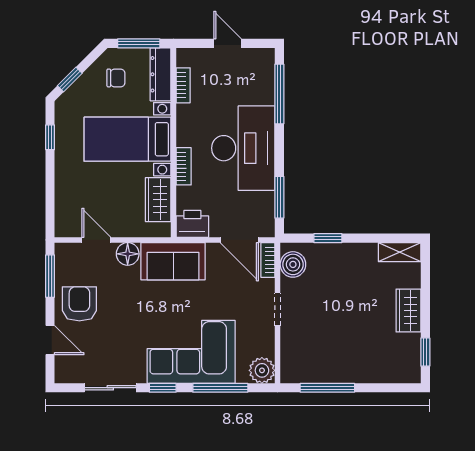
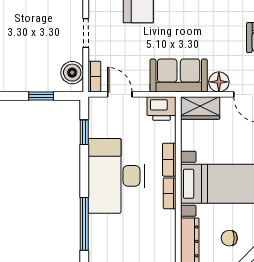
bookcase: (183, 85) -> (170, 193), moved
window: (279, 197) -> (84, 132), width x0.67
wardrobe: (158, 200) -> (200, 108), moved, turned 90
door: (239, 240) -> (120, 94), width x0.73

